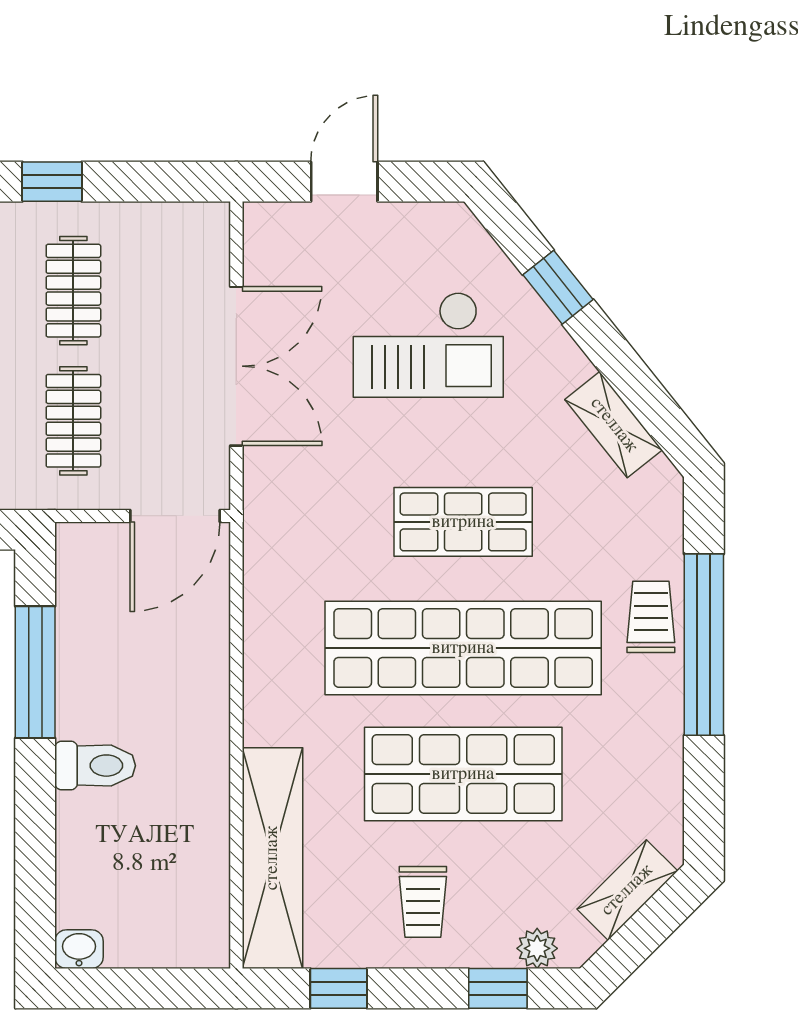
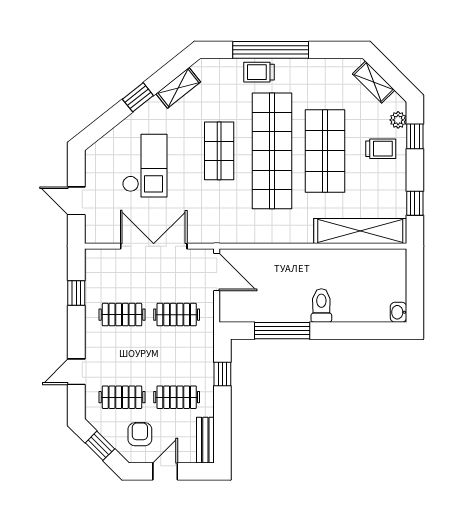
window: (52, 182) -> (76, 293), moved
window: (558, 287) -> (138, 97), moved
trolley: (423, 902) -> (381, 149), moved

